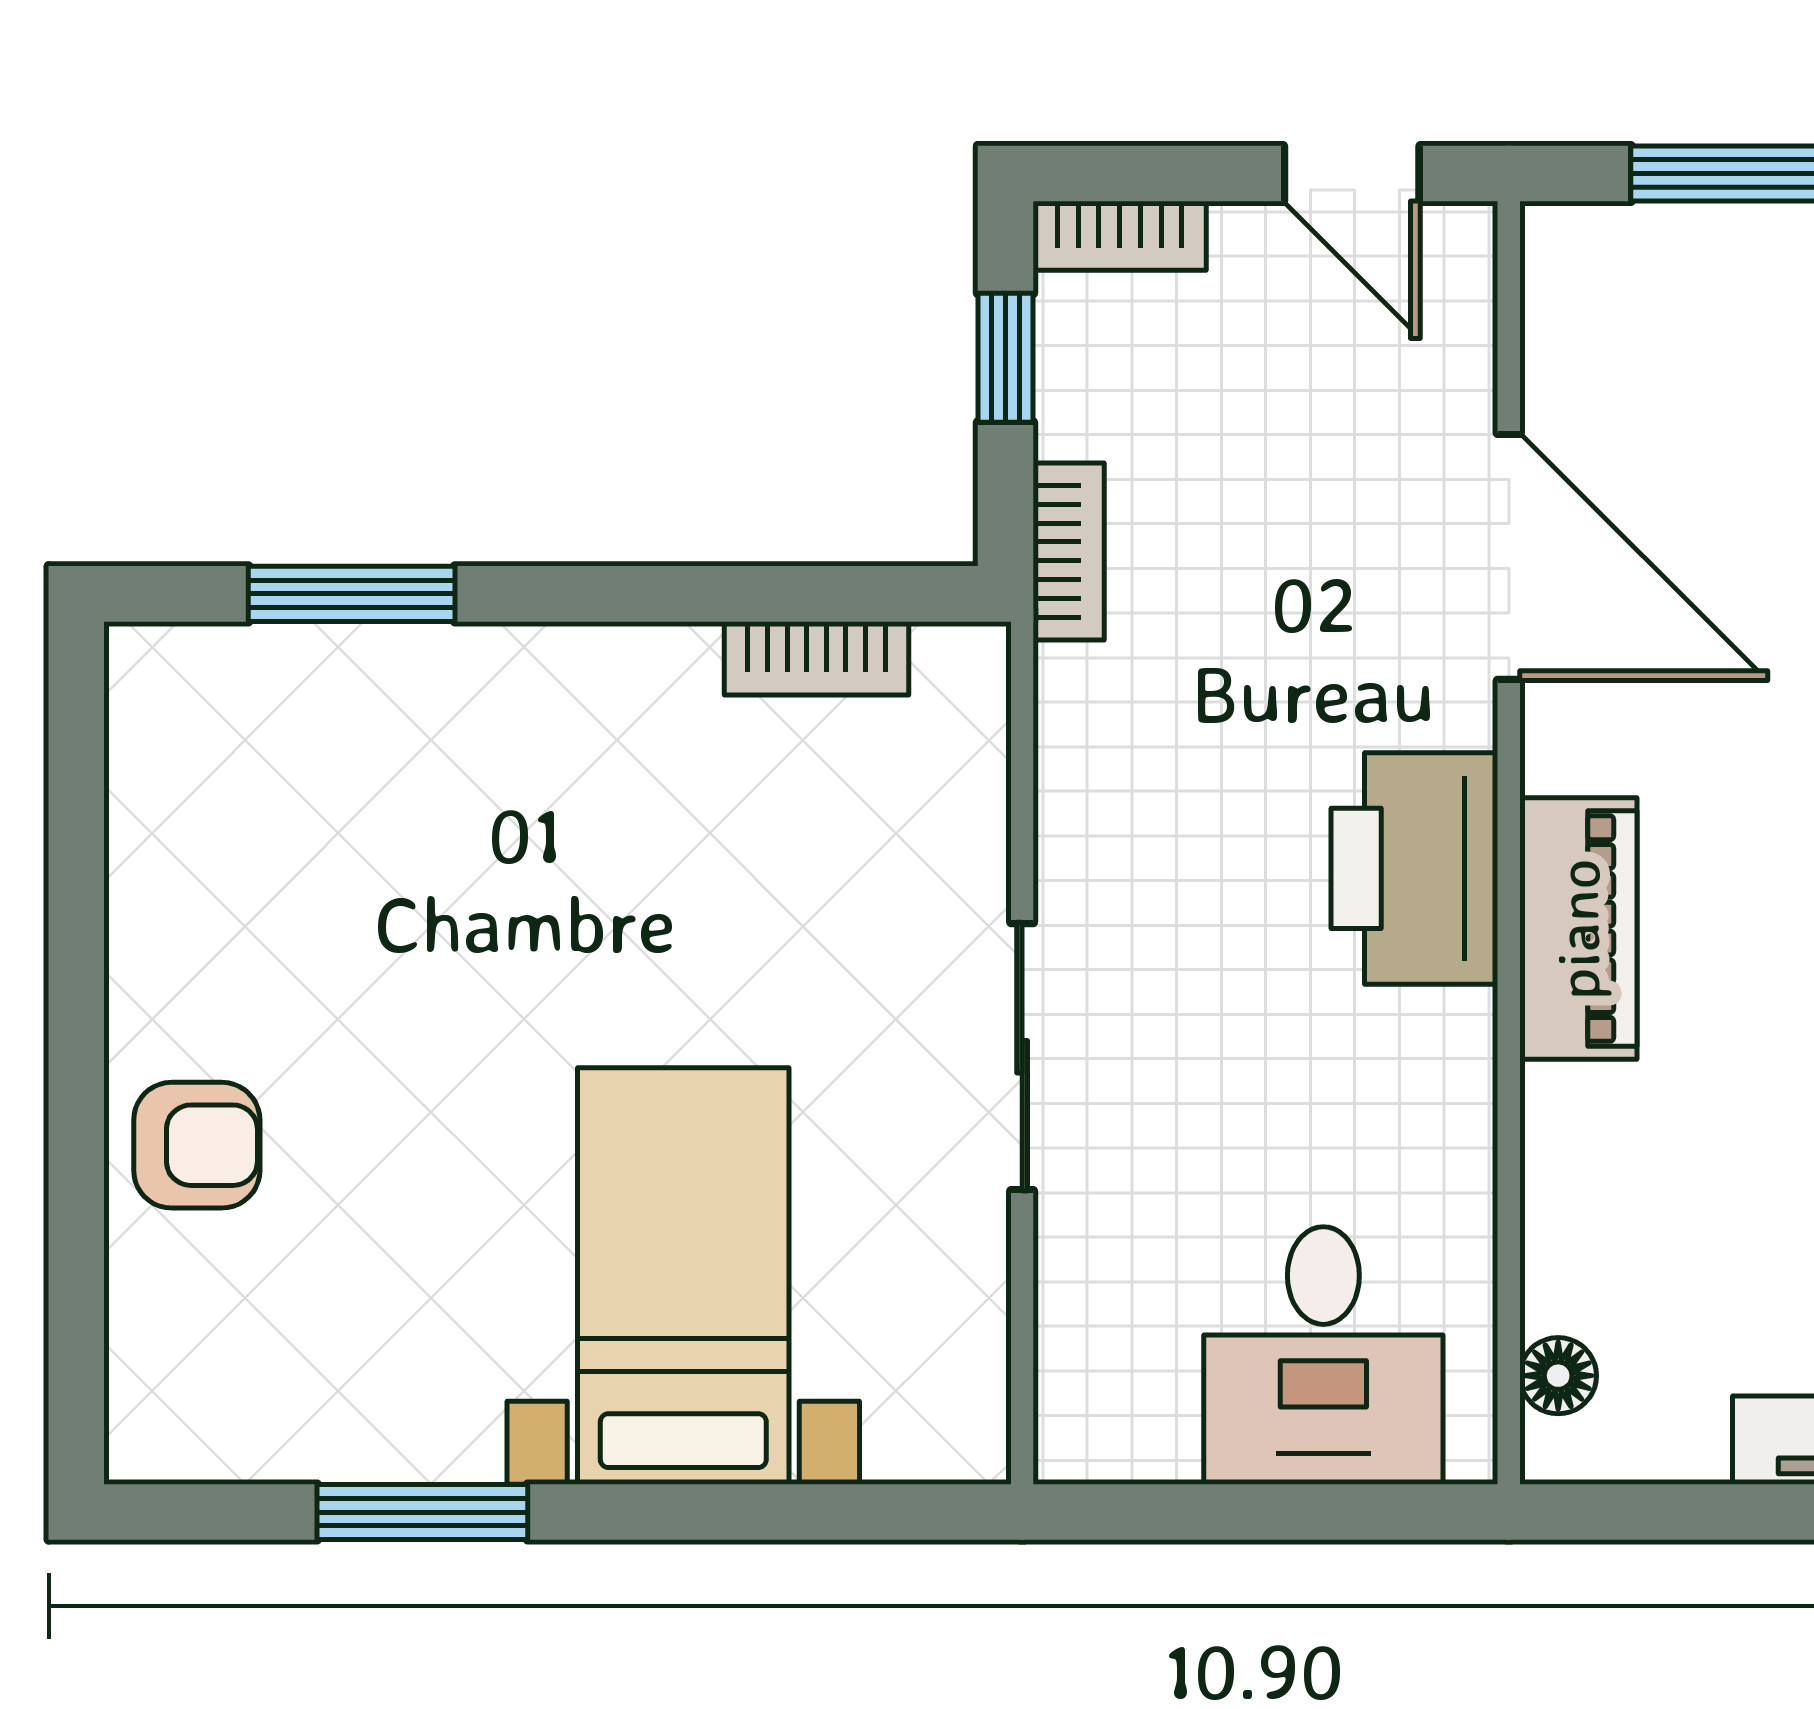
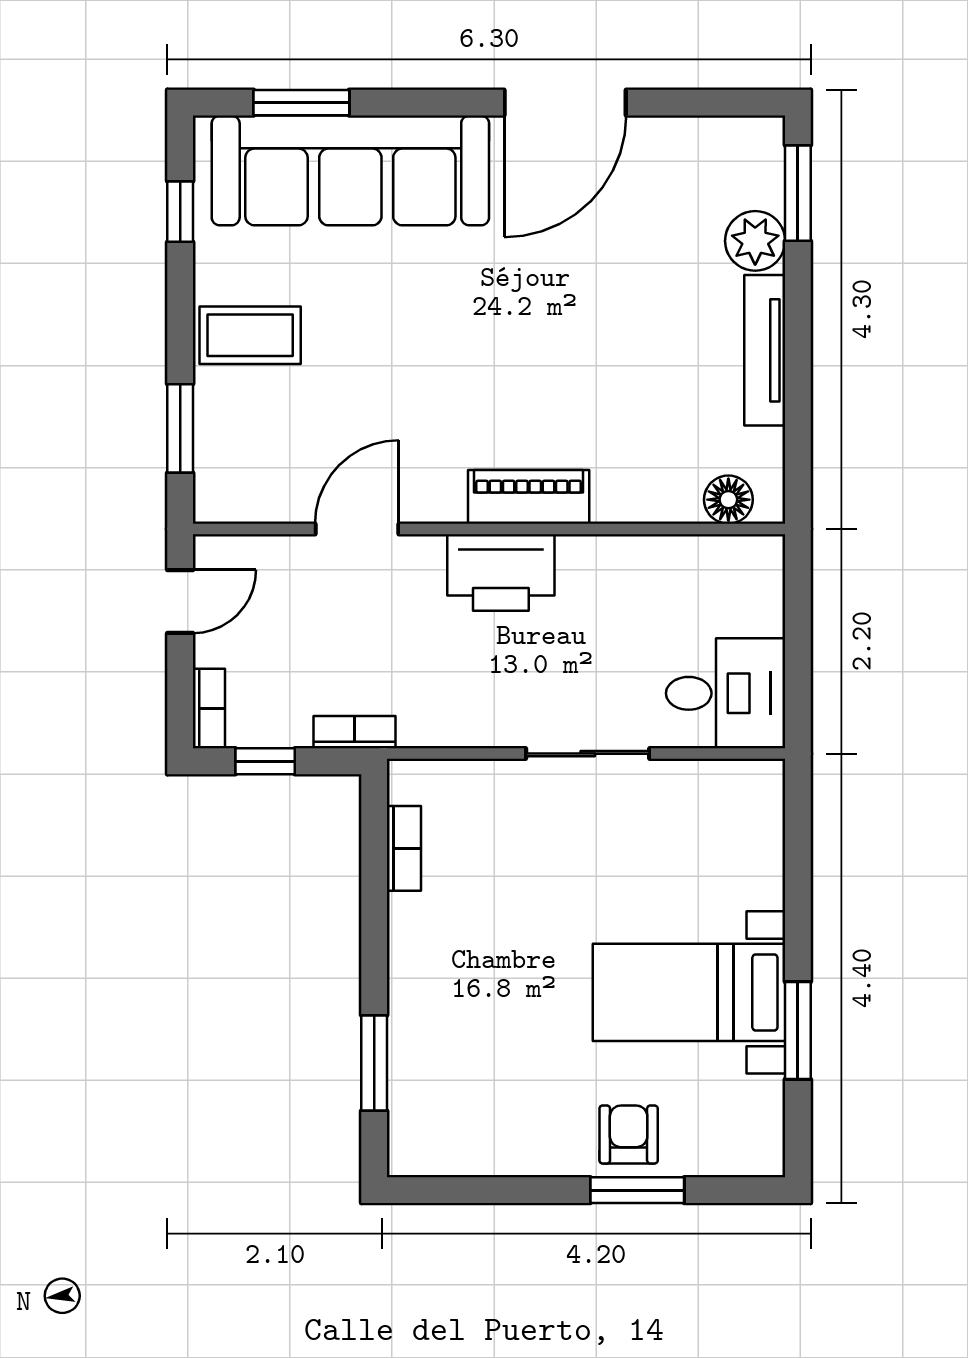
door: (1509, 557) -> (357, 529), width x0.73
window: (76, 1164) -> (637, 1190), added
bed with nightstands: (683, 1276) -> (689, 992), moved
desk: (1323, 1355) -> (726, 693), moved
floor lamp: (1558, 1376) -> (728, 500), width x1.37, depth x1.37

